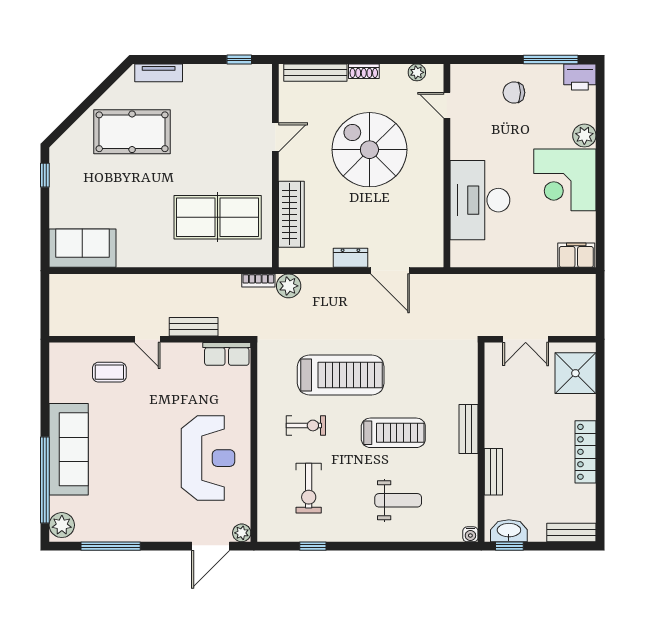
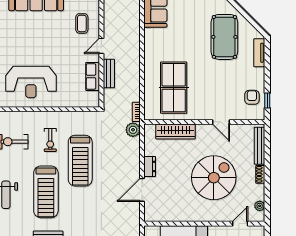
armchair: (234, 85) -> (252, 97), added
row of seats: (227, 354) -> (93, 76), moved
treadmill: (393, 433) -> (46, 192), width x1.37, depth x1.38

